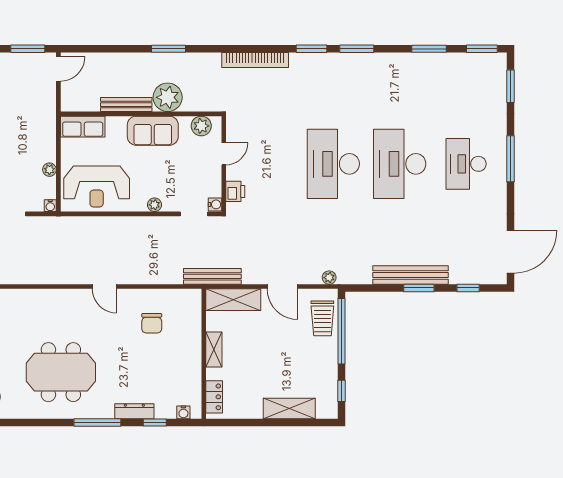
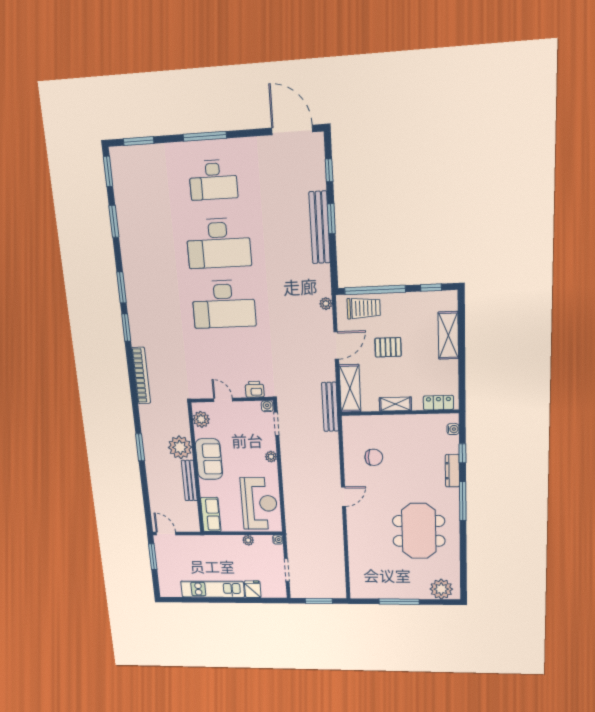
pallet: (278, 343) -> (388, 347), added

